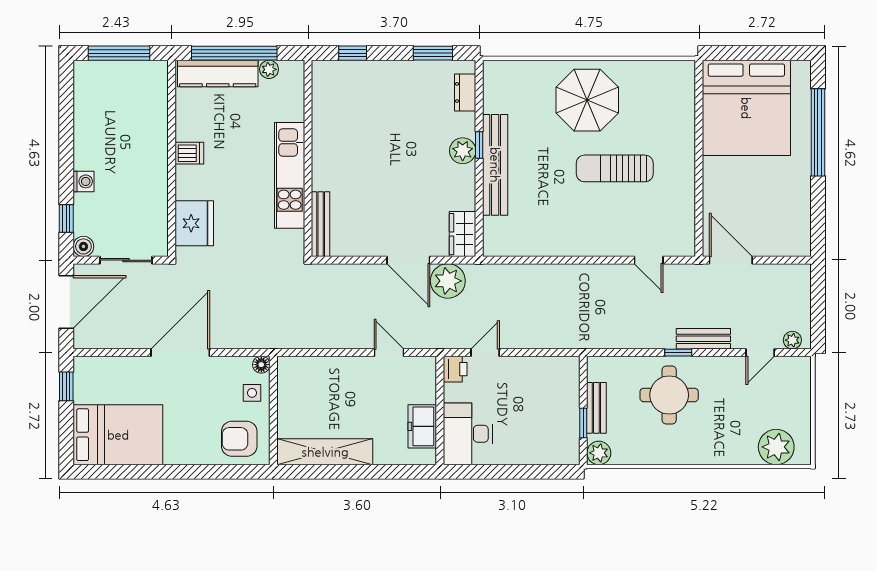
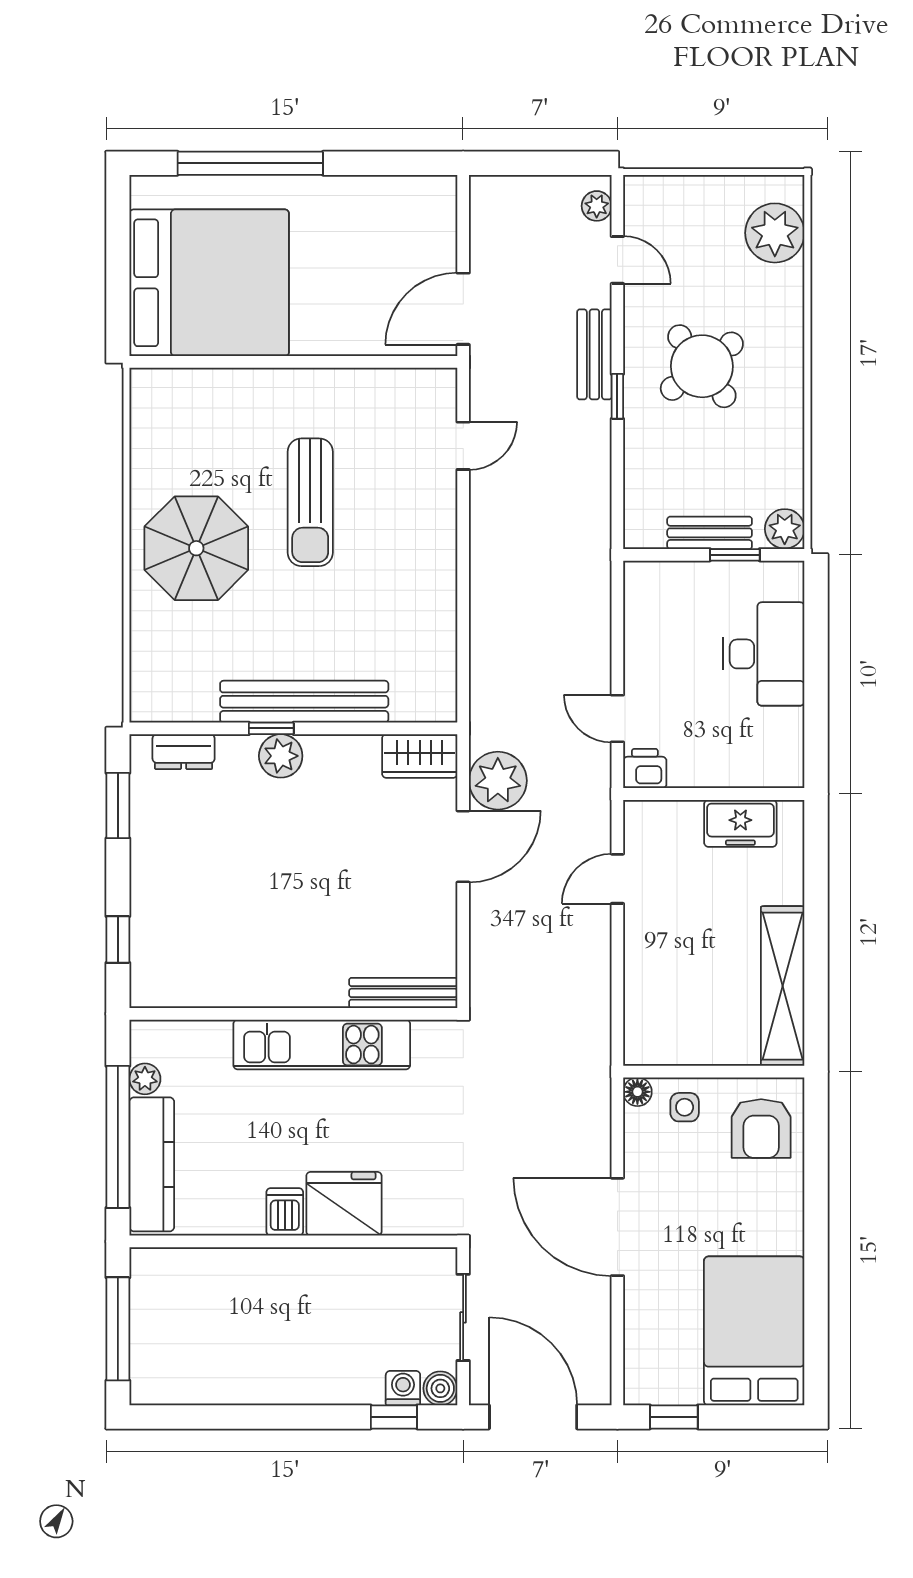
washing machine: (84, 181) -> (403, 1388), moved
fridge: (194, 223) -> (344, 1204), moved
round table: (669, 395) -> (702, 366), moved, turned -37
desk: (468, 434) -> (764, 654), moved, turned -90

